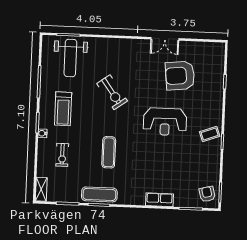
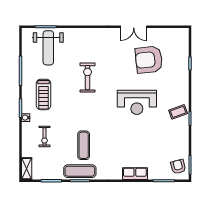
exercise bike: (112, 92) -> (88, 78), turned -144
exercise mat: (109, 152) -> (84, 145), moved

